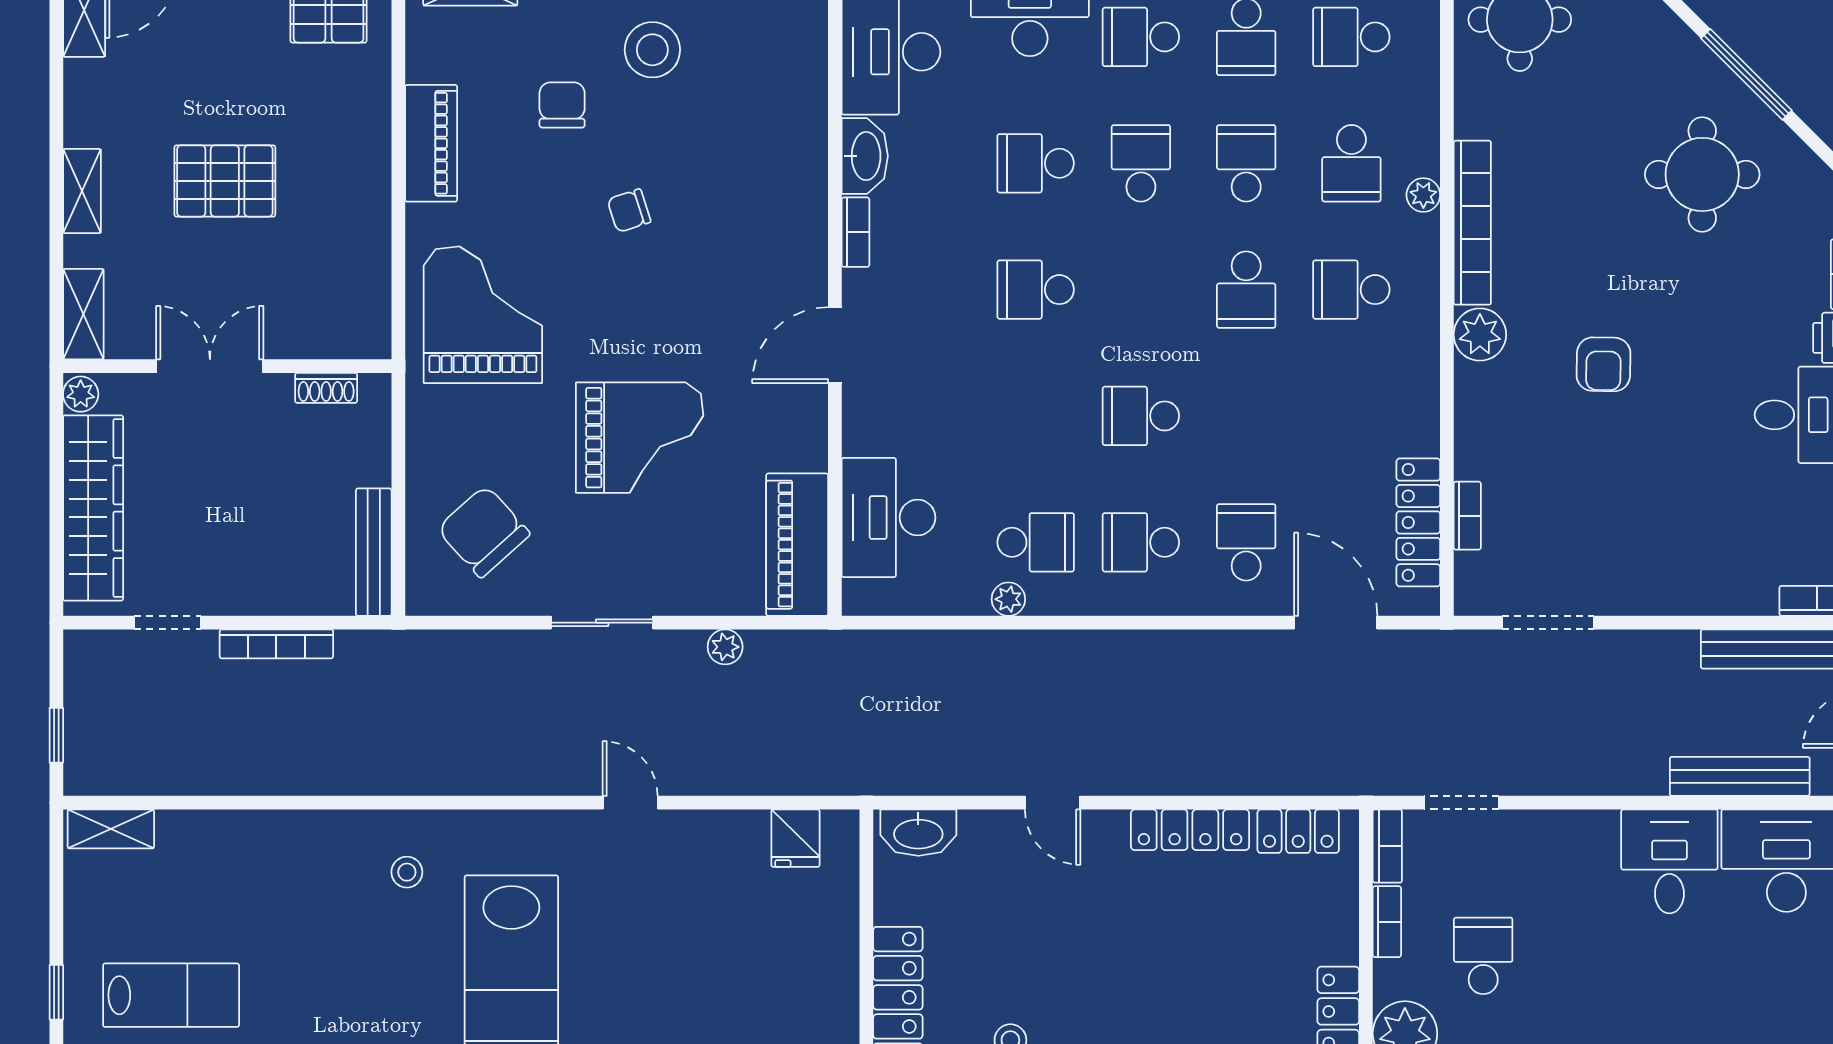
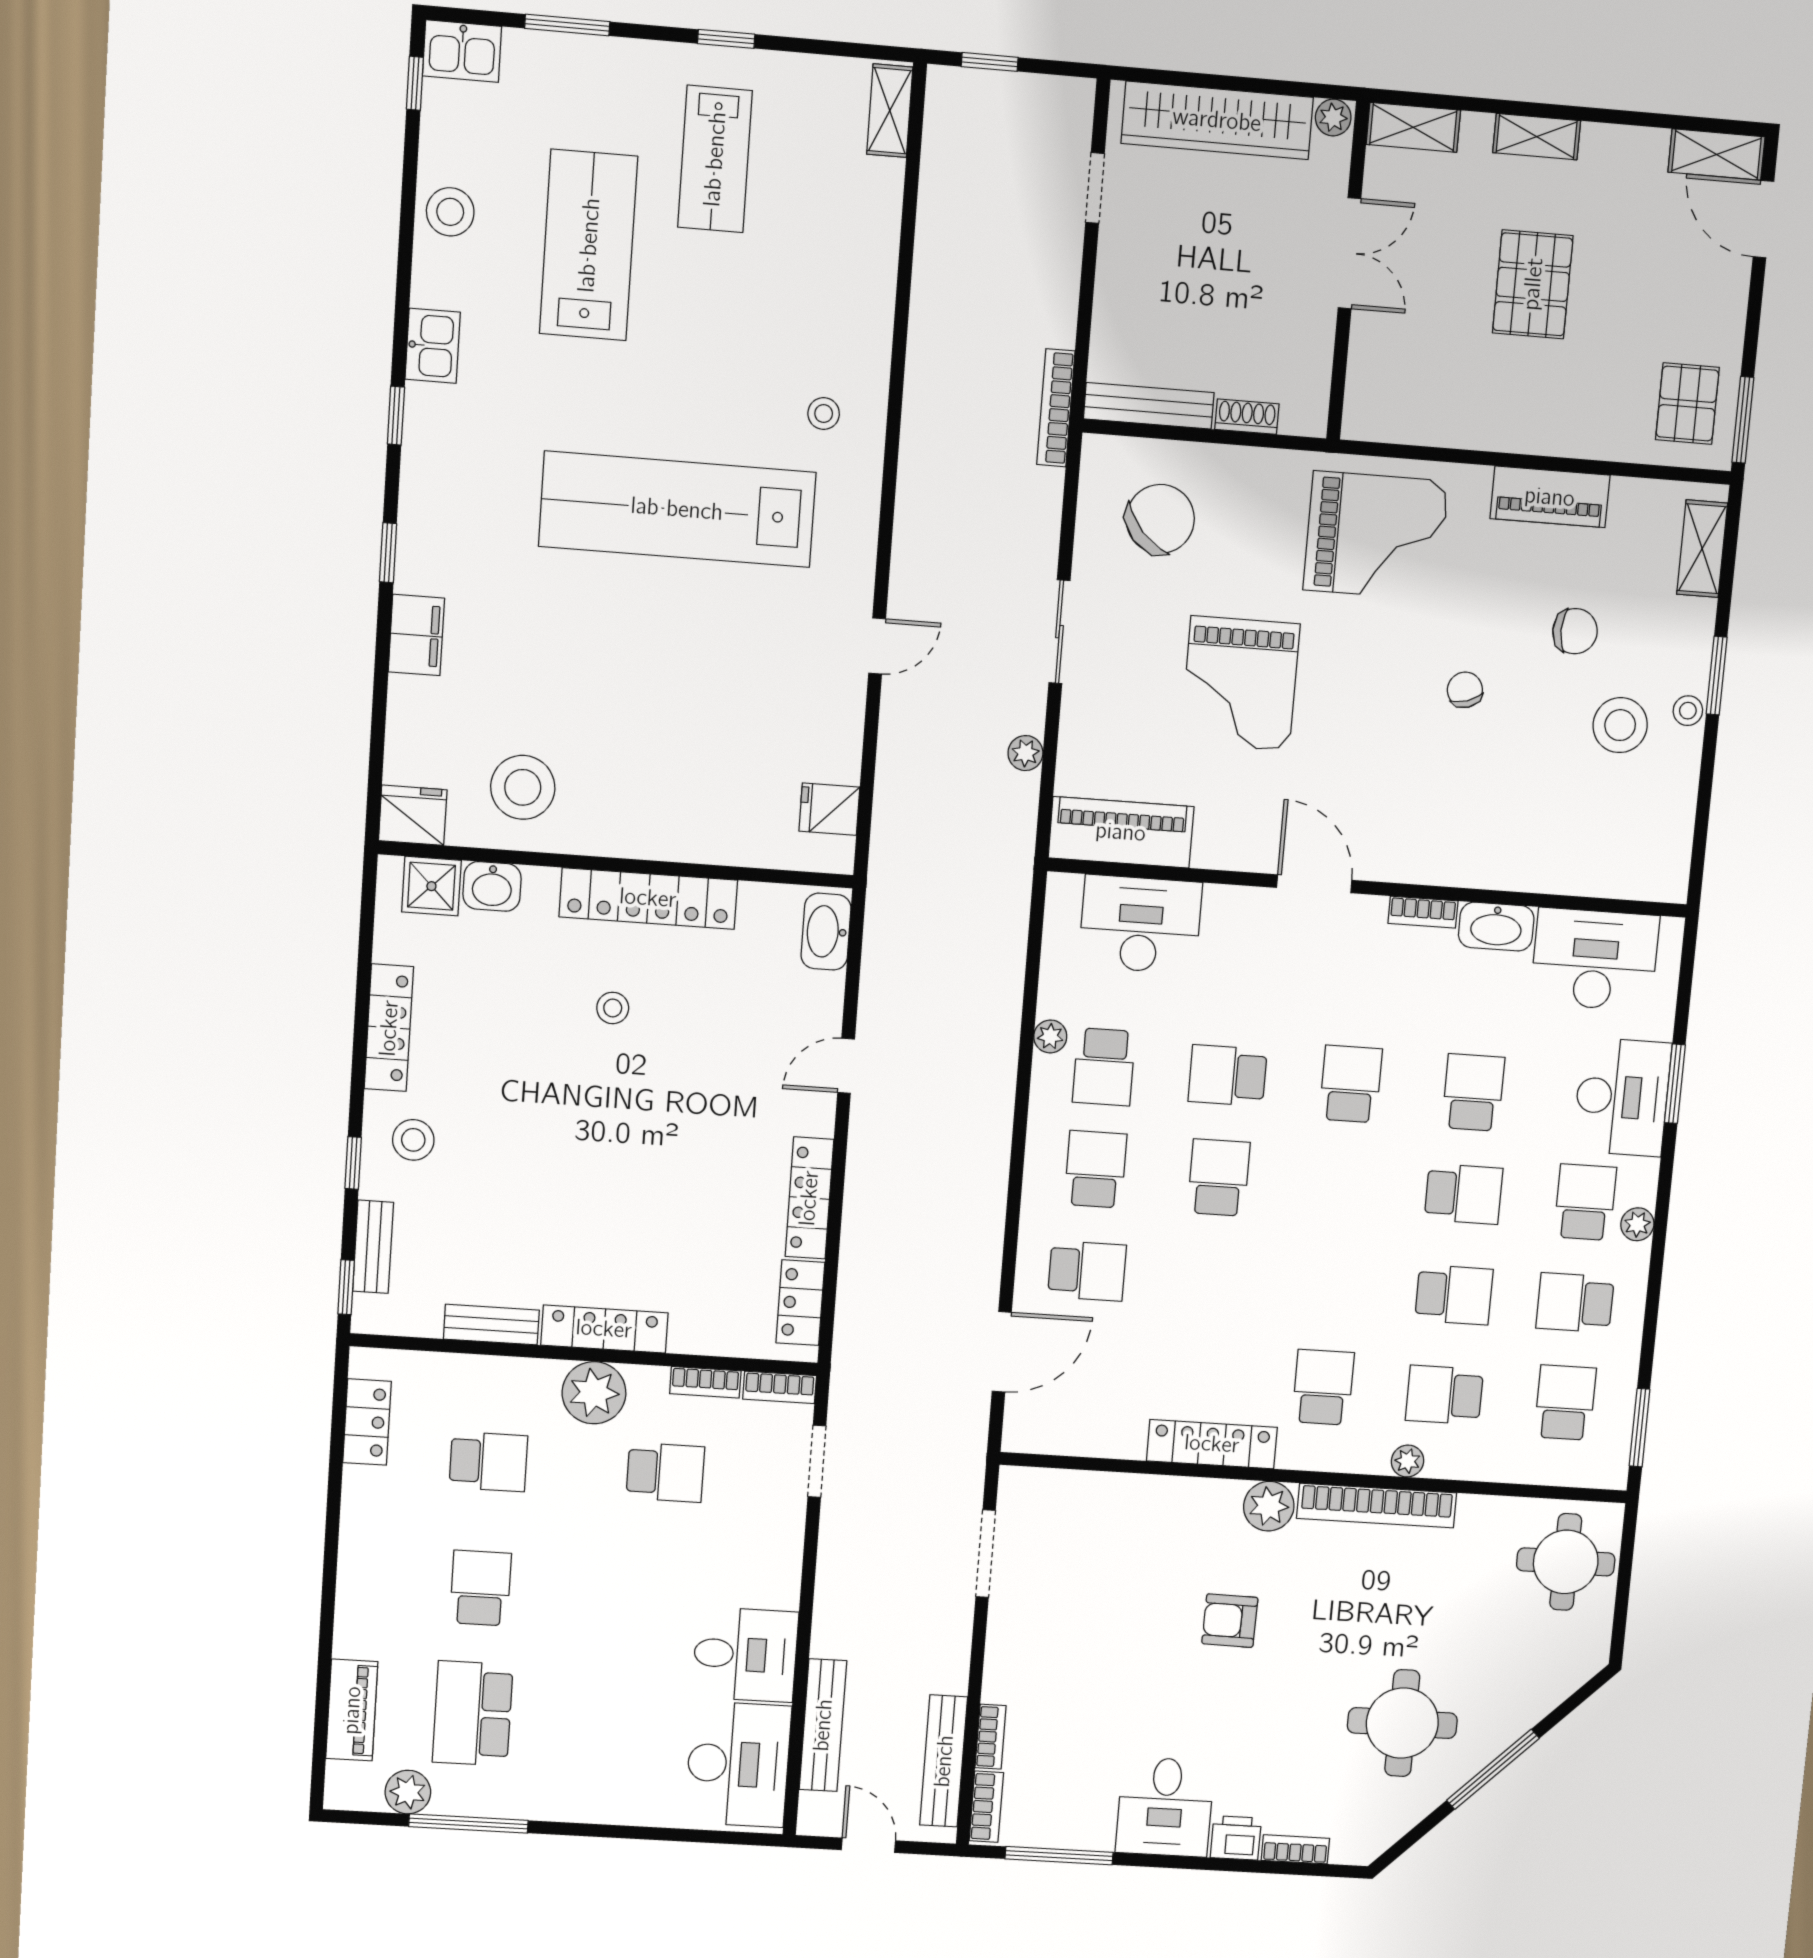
school desk: (1246, 290) -> (1228, 1075), moved
shoe rack: (326, 388) -> (1247, 417), moved, turned 90
bookcase: (1467, 516) -> (991, 1737), moved, turned -90
locker: (1418, 522) -> (1212, 1444), moved
bookcase: (276, 644) -> (1056, 408), moved

